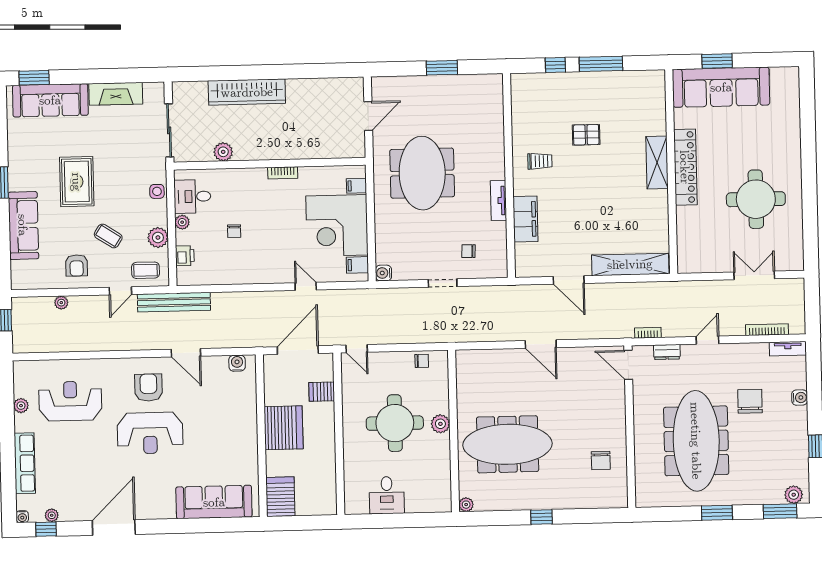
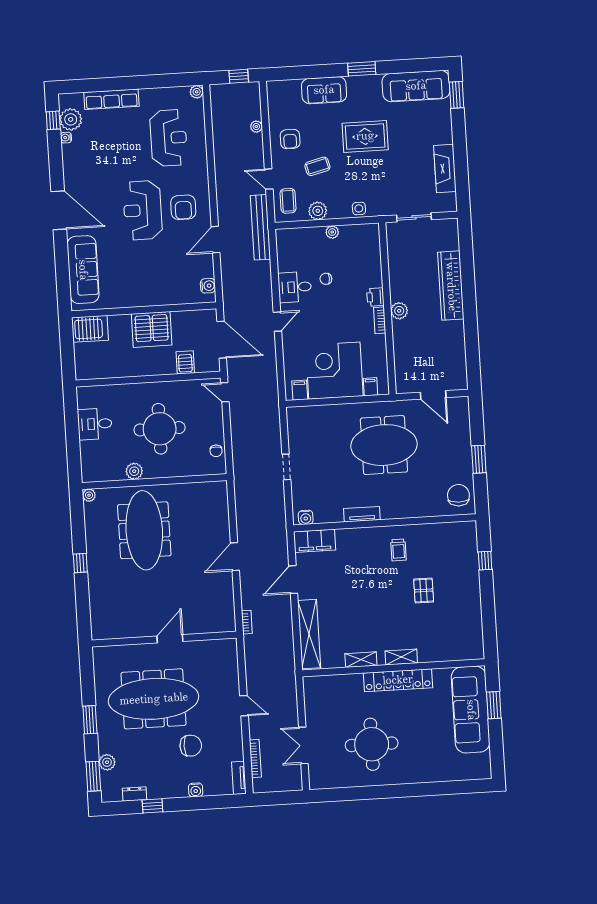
window: (601, 64) -> (488, 601), removed
sofa: (50, 100) -> (416, 86), moved, turned -90
sliding door: (169, 130) -> (414, 217), width x0.73
plant: (223, 152) -> (399, 311), moved
shelving: (657, 163) -> (401, 657), width x0.67, depth x0.75
desk: (192, 196) -> (295, 287), moved, turned -90
shelving: (661, 208) -> (361, 660), added
filing cabinet: (525, 219) -> (315, 541), moved
sofa: (23, 225) -> (324, 90), width x0.73
coffee table: (108, 236) -> (317, 166), turned 43
chair: (468, 251) -> (458, 495), moved, width x1.87, depth x1.87
printer: (185, 256) -> (375, 297), moved, turned 90
armchair: (77, 265) -> (290, 139), turned -90
water cooler: (383, 273) -> (306, 517), moved, turned 180
double door: (754, 275) -> (303, 745), swing flipped
door: (306, 286) -> (277, 322), moved
bookcase: (648, 333) -> (247, 622), moved
door: (357, 349) -> (225, 392), hinge flipped
dresser: (667, 352) -> (135, 794), moved, turned 90
door: (628, 365) -> (170, 639), moved
armchair: (148, 388) -> (183, 207), turned 90
plant: (21, 406) -> (197, 92), moved
plant: (440, 424) -> (134, 471), moved
chair: (601, 460) -> (133, 614), removed
plant: (794, 495) -> (107, 762), moved
plant: (52, 515) -> (71, 119), width x1.88, depth x1.88
water cooler: (22, 517) -> (66, 138), moved
door: (114, 527) -> (59, 210), moved

